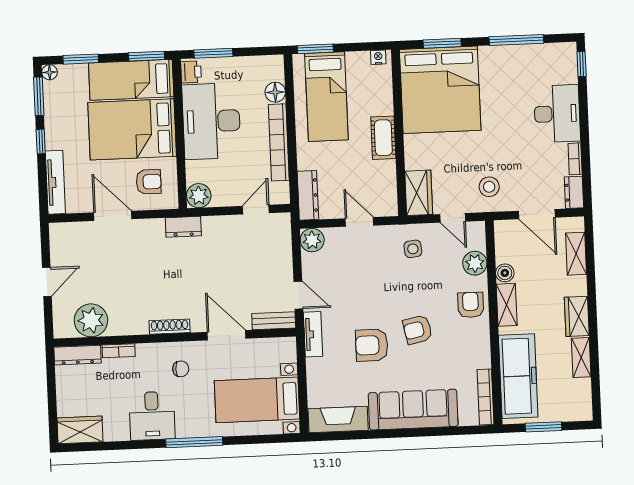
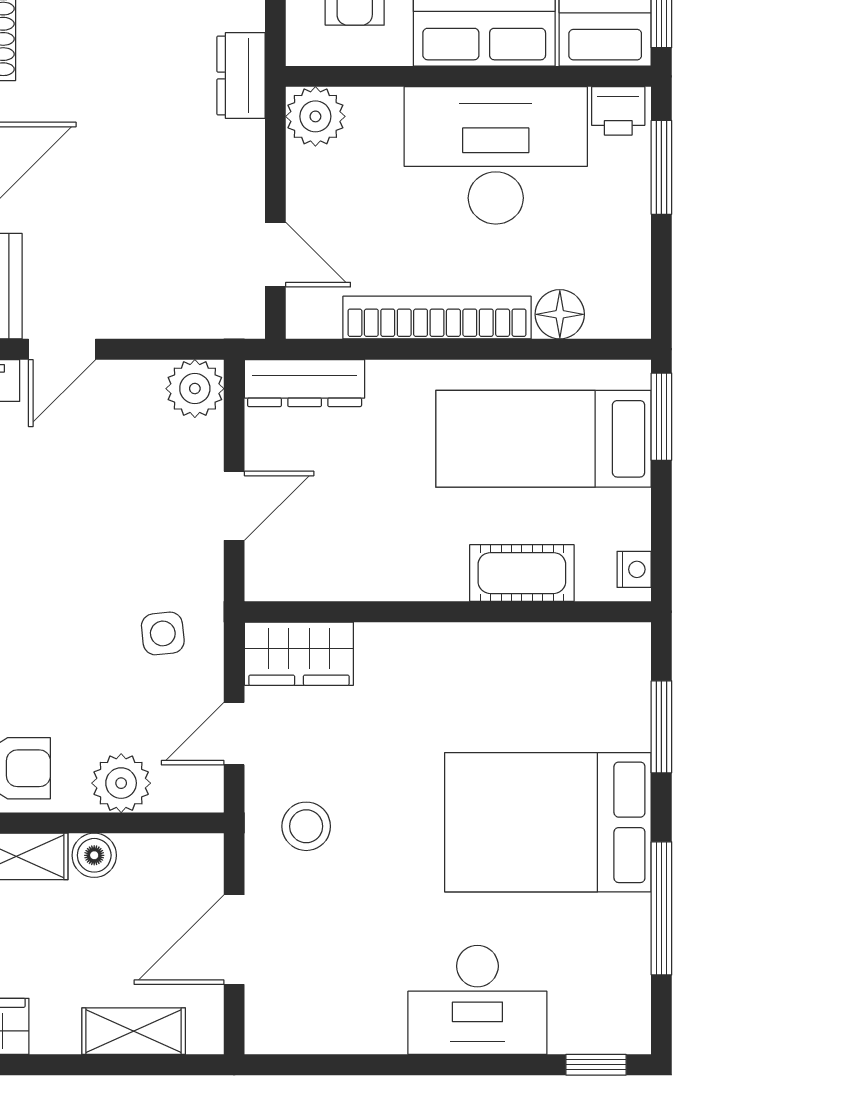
bed: (440, 90) -> (548, 822), moved, width x0.73
cot: (383, 138) -> (522, 573), moved
bookcase: (575, 159) -> (365, 1039), removed
dresser: (574, 192) -> (283, 1033), removed

